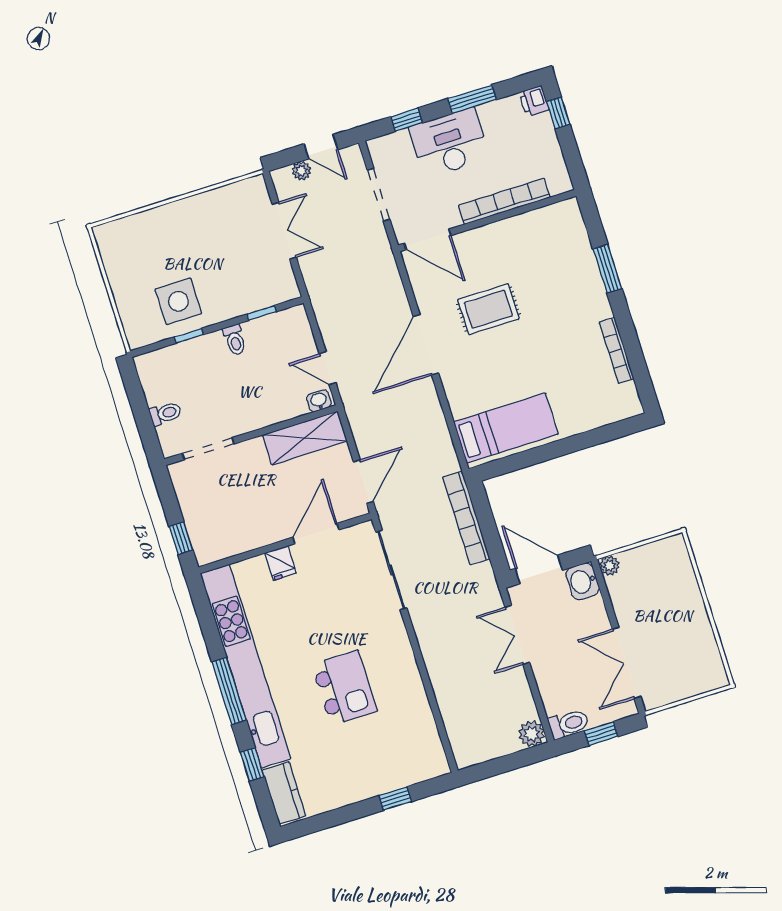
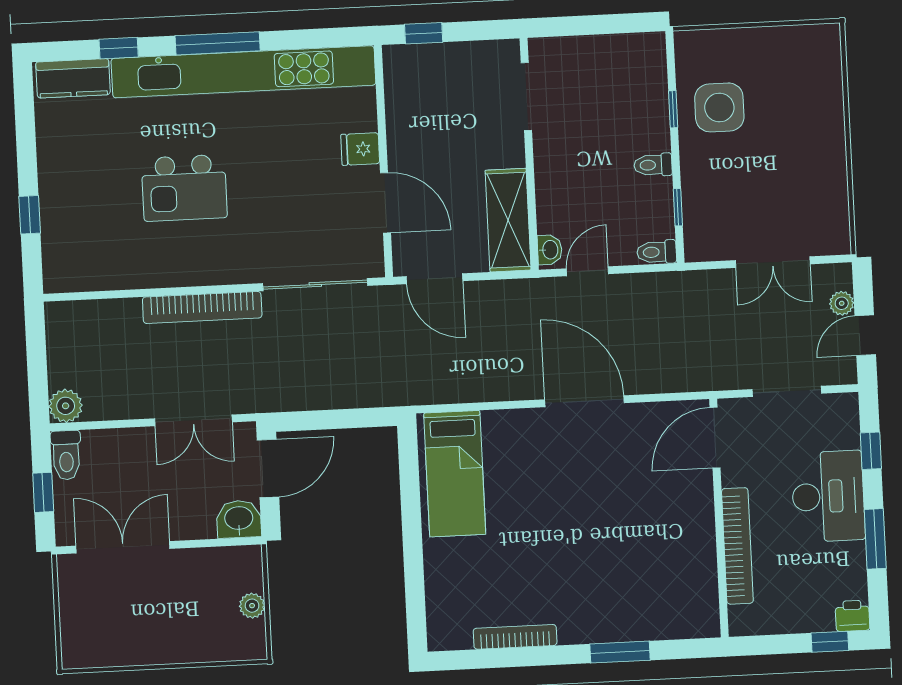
rug: (488, 309) -> (608, 491), removed
toilet: (165, 413) -> (657, 252), moved, turned 90
bookcase: (466, 518) -> (202, 307), moved, turned 180
plant: (609, 566) -> (252, 606), moved
double door: (517, 635) -> (193, 420), swing flipped

